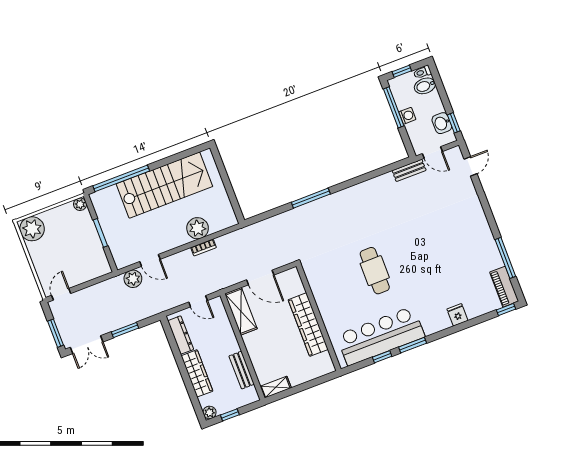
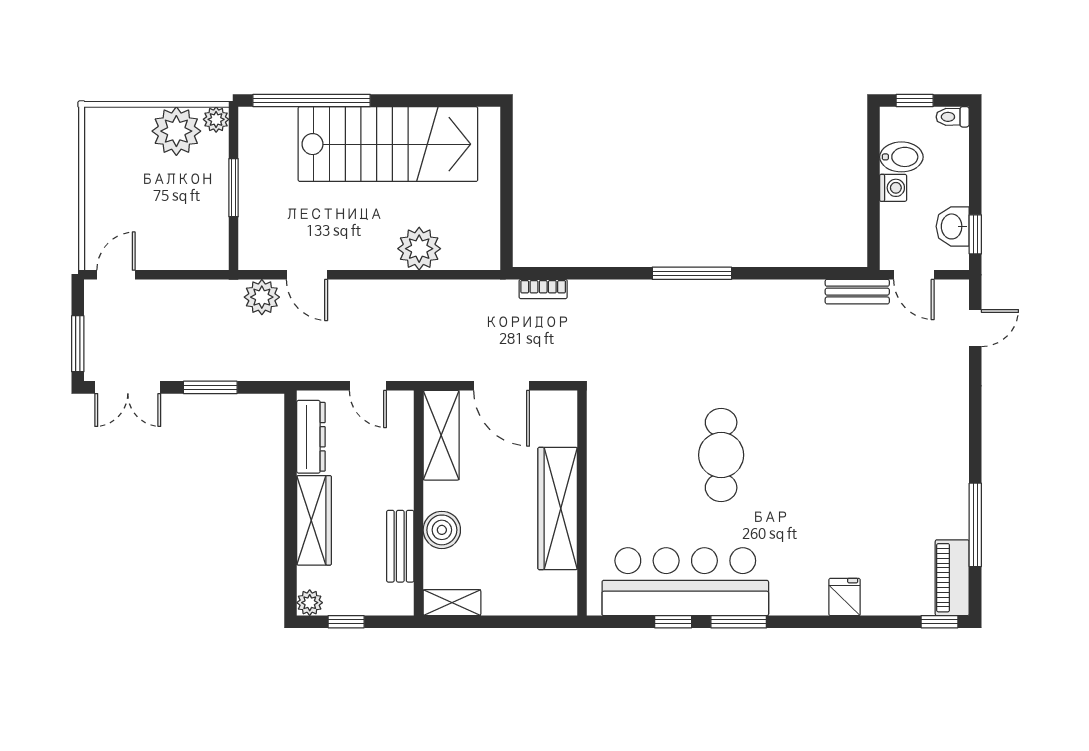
bidet: (425, 86) -> (901, 157), moved, turned 180
window: (394, 107) -> (874, 162), removed
window: (311, 198) -> (692, 273), moved
plant: (32, 229) -> (176, 131), moved
bookcase: (204, 247) -> (543, 289), moved
boiler: (258, 355) -> (442, 530), added

